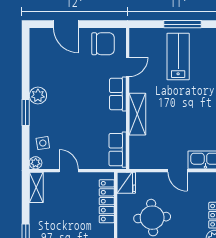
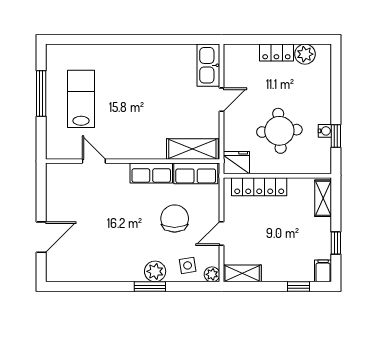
chair: (103, 44) -> (175, 219), moved
lab bench: (178, 56) -> (81, 99), turned 90
row of seats: (118, 94) -> (151, 173), moved
plant: (38, 96) -> (155, 271), moved
shelving: (137, 114) -> (192, 149), moved

